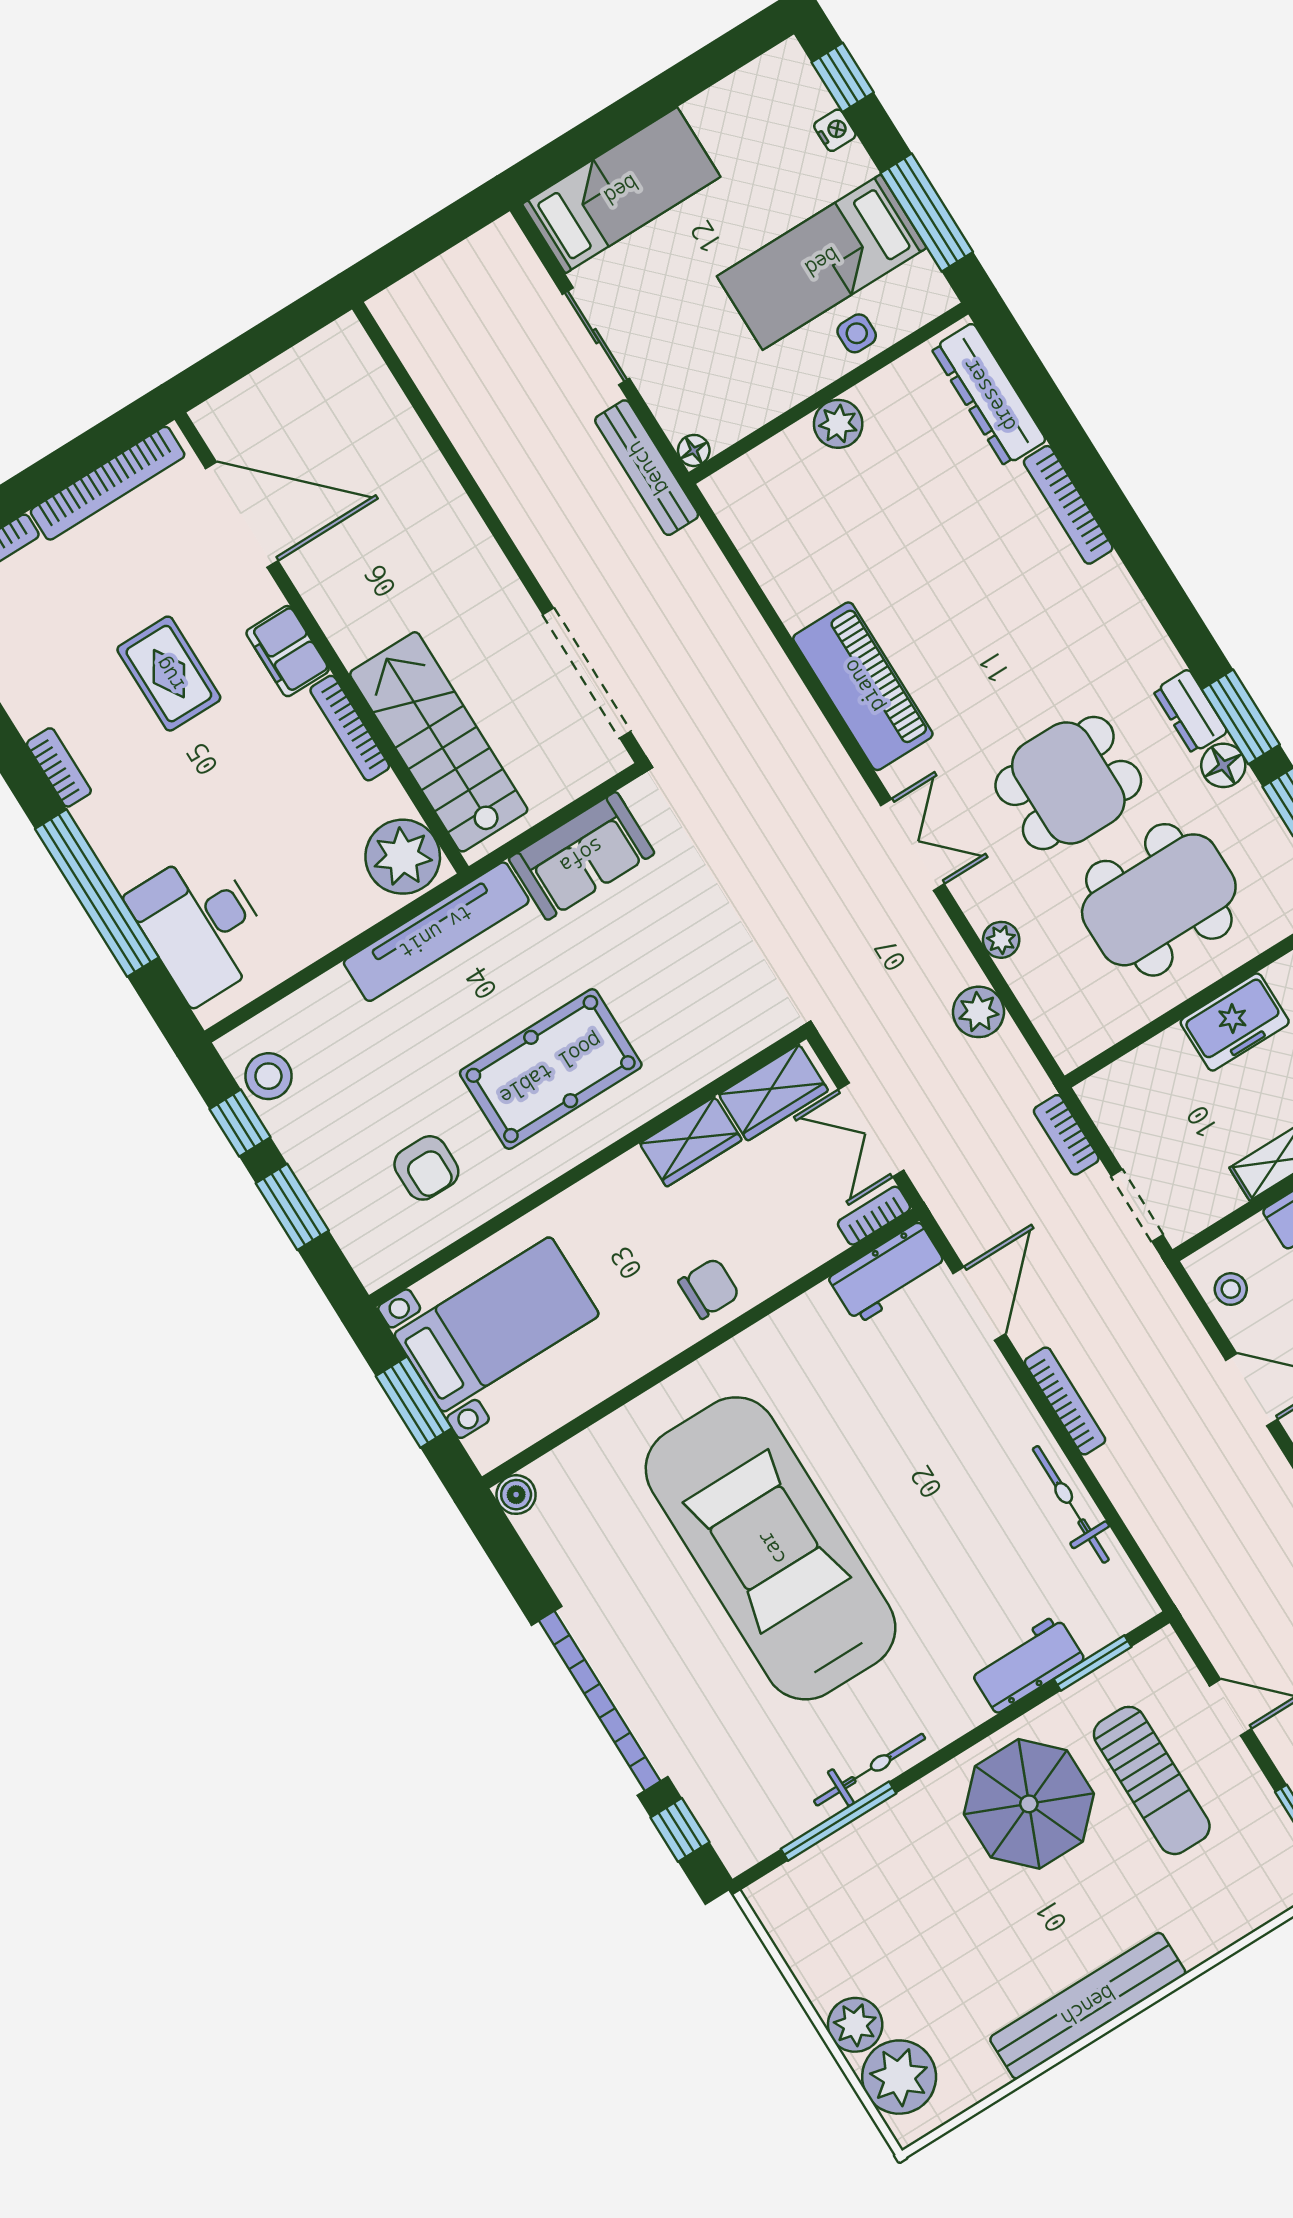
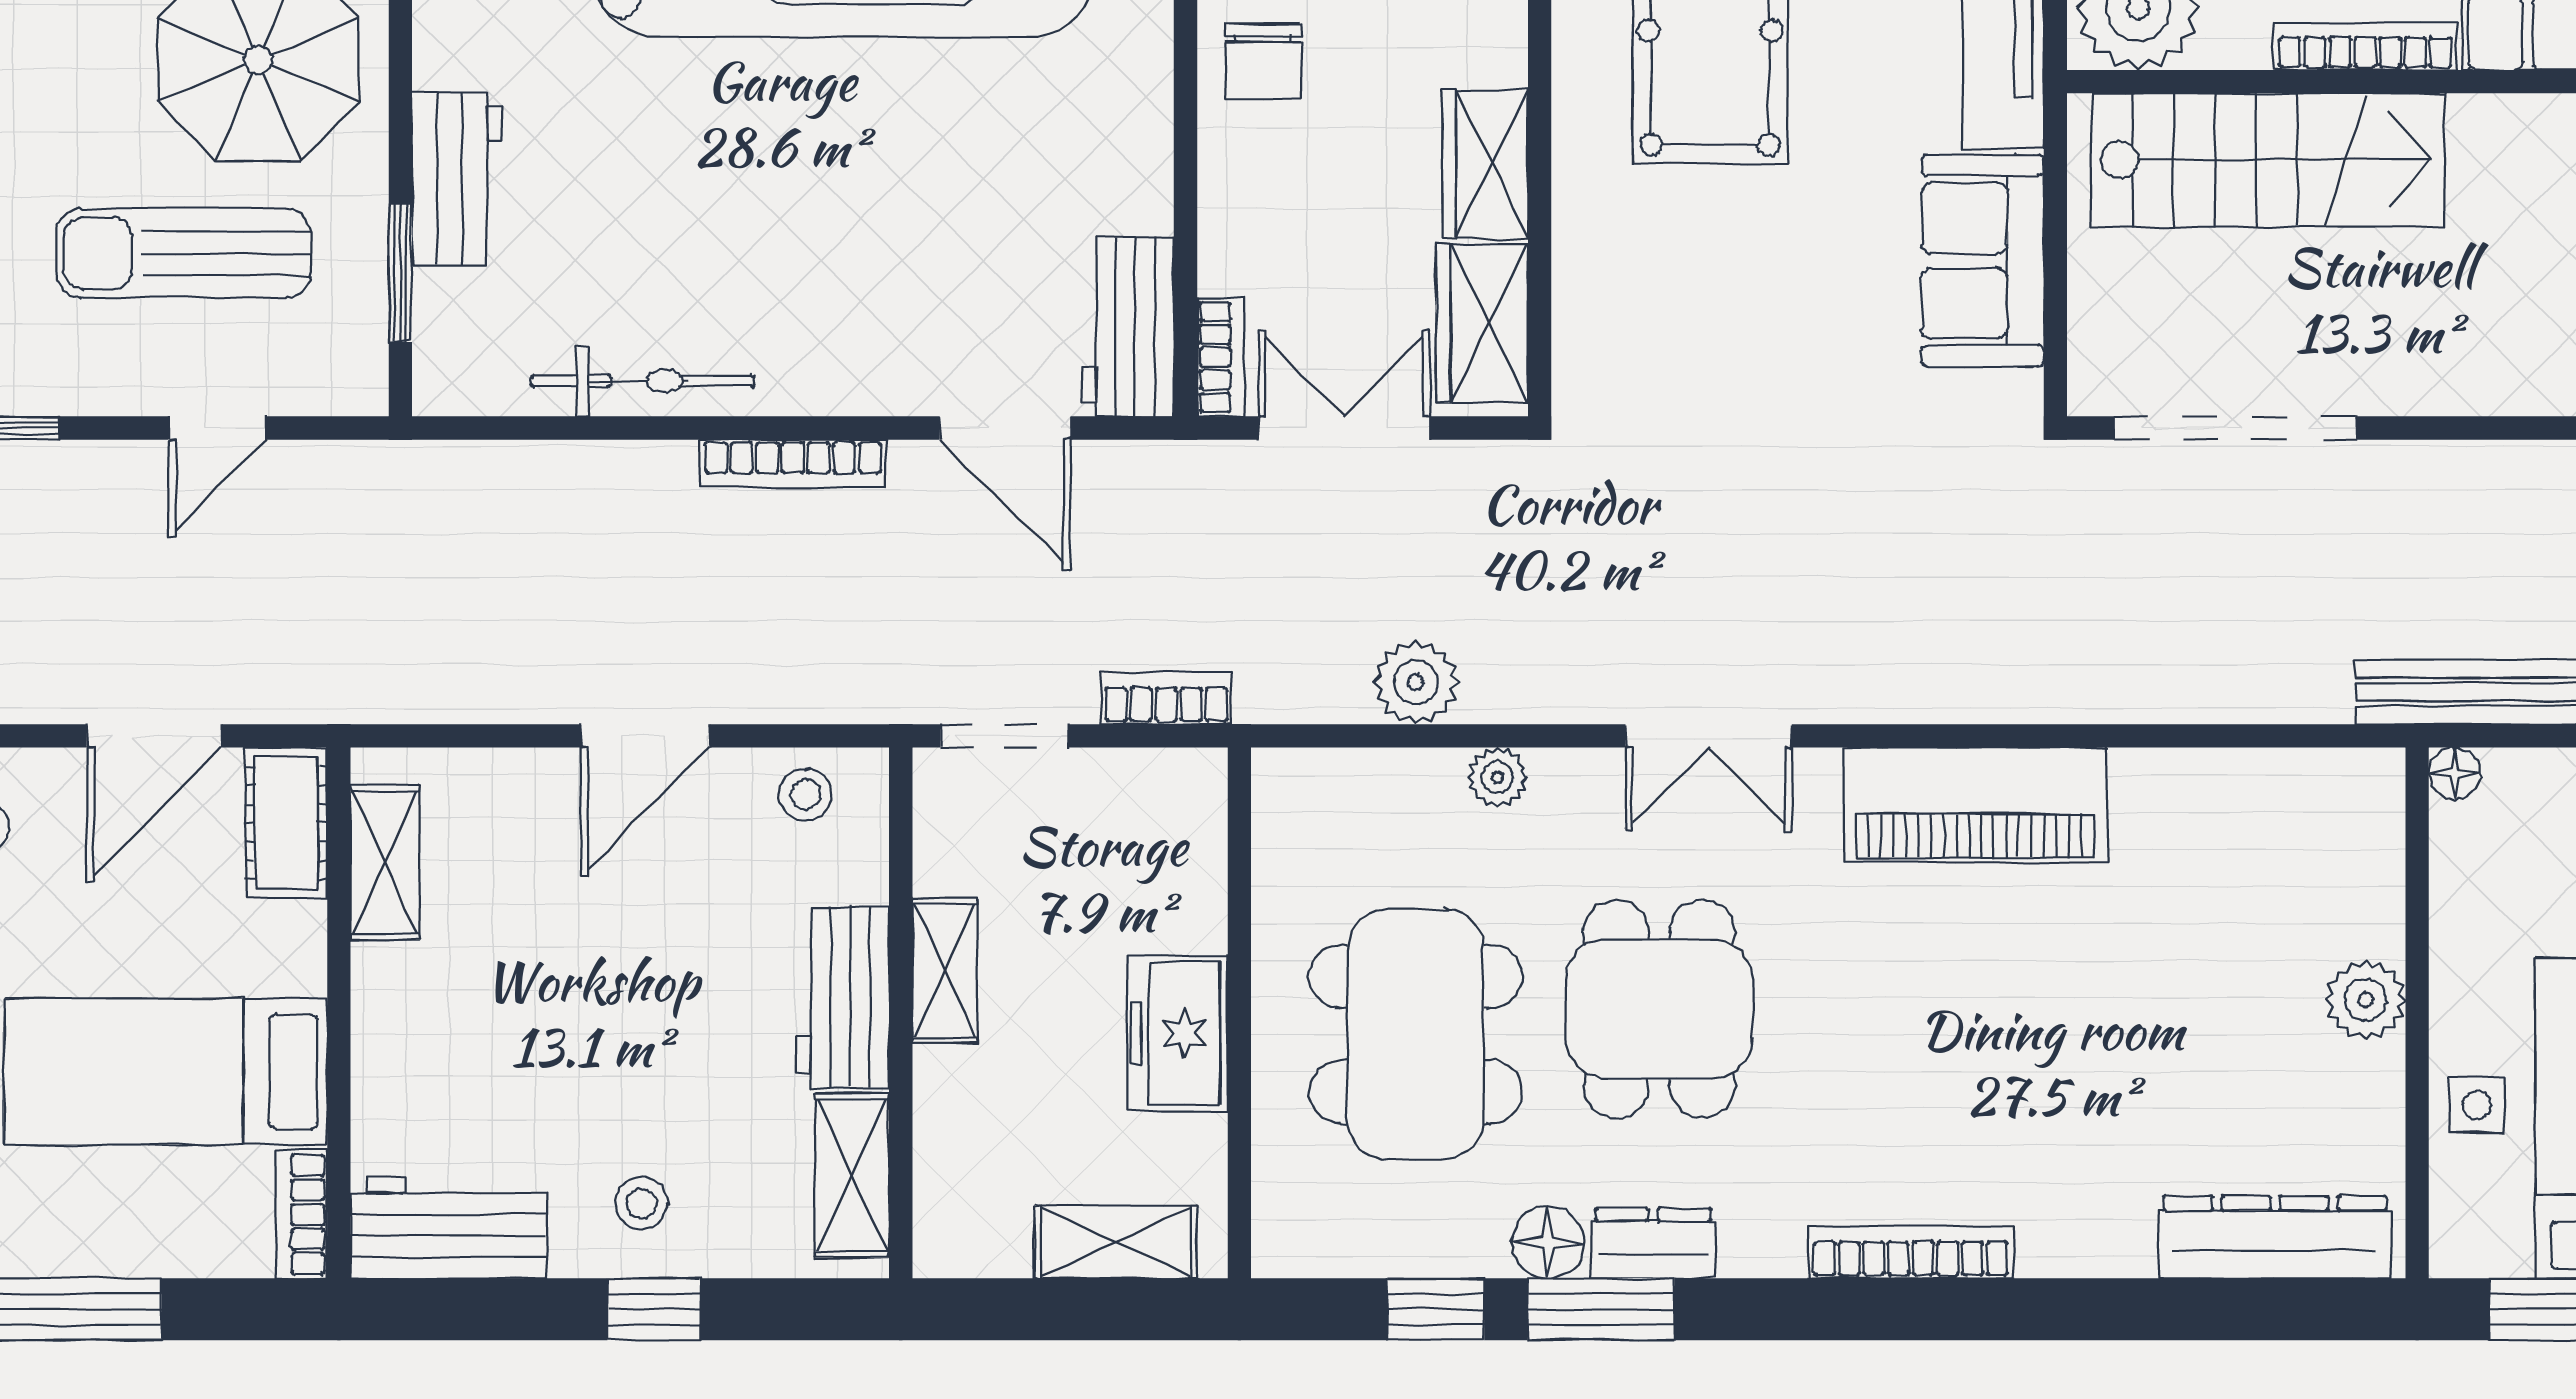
bookcase: (1068, 505) -> (1911, 1252), moved

